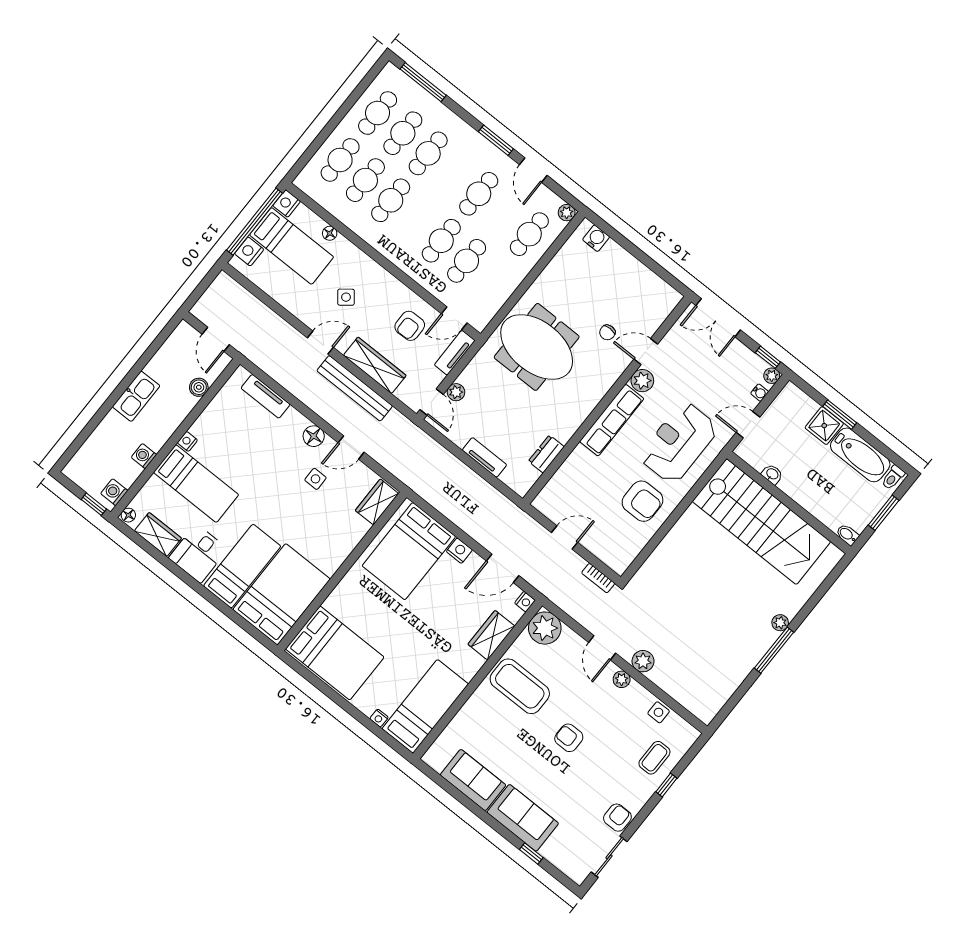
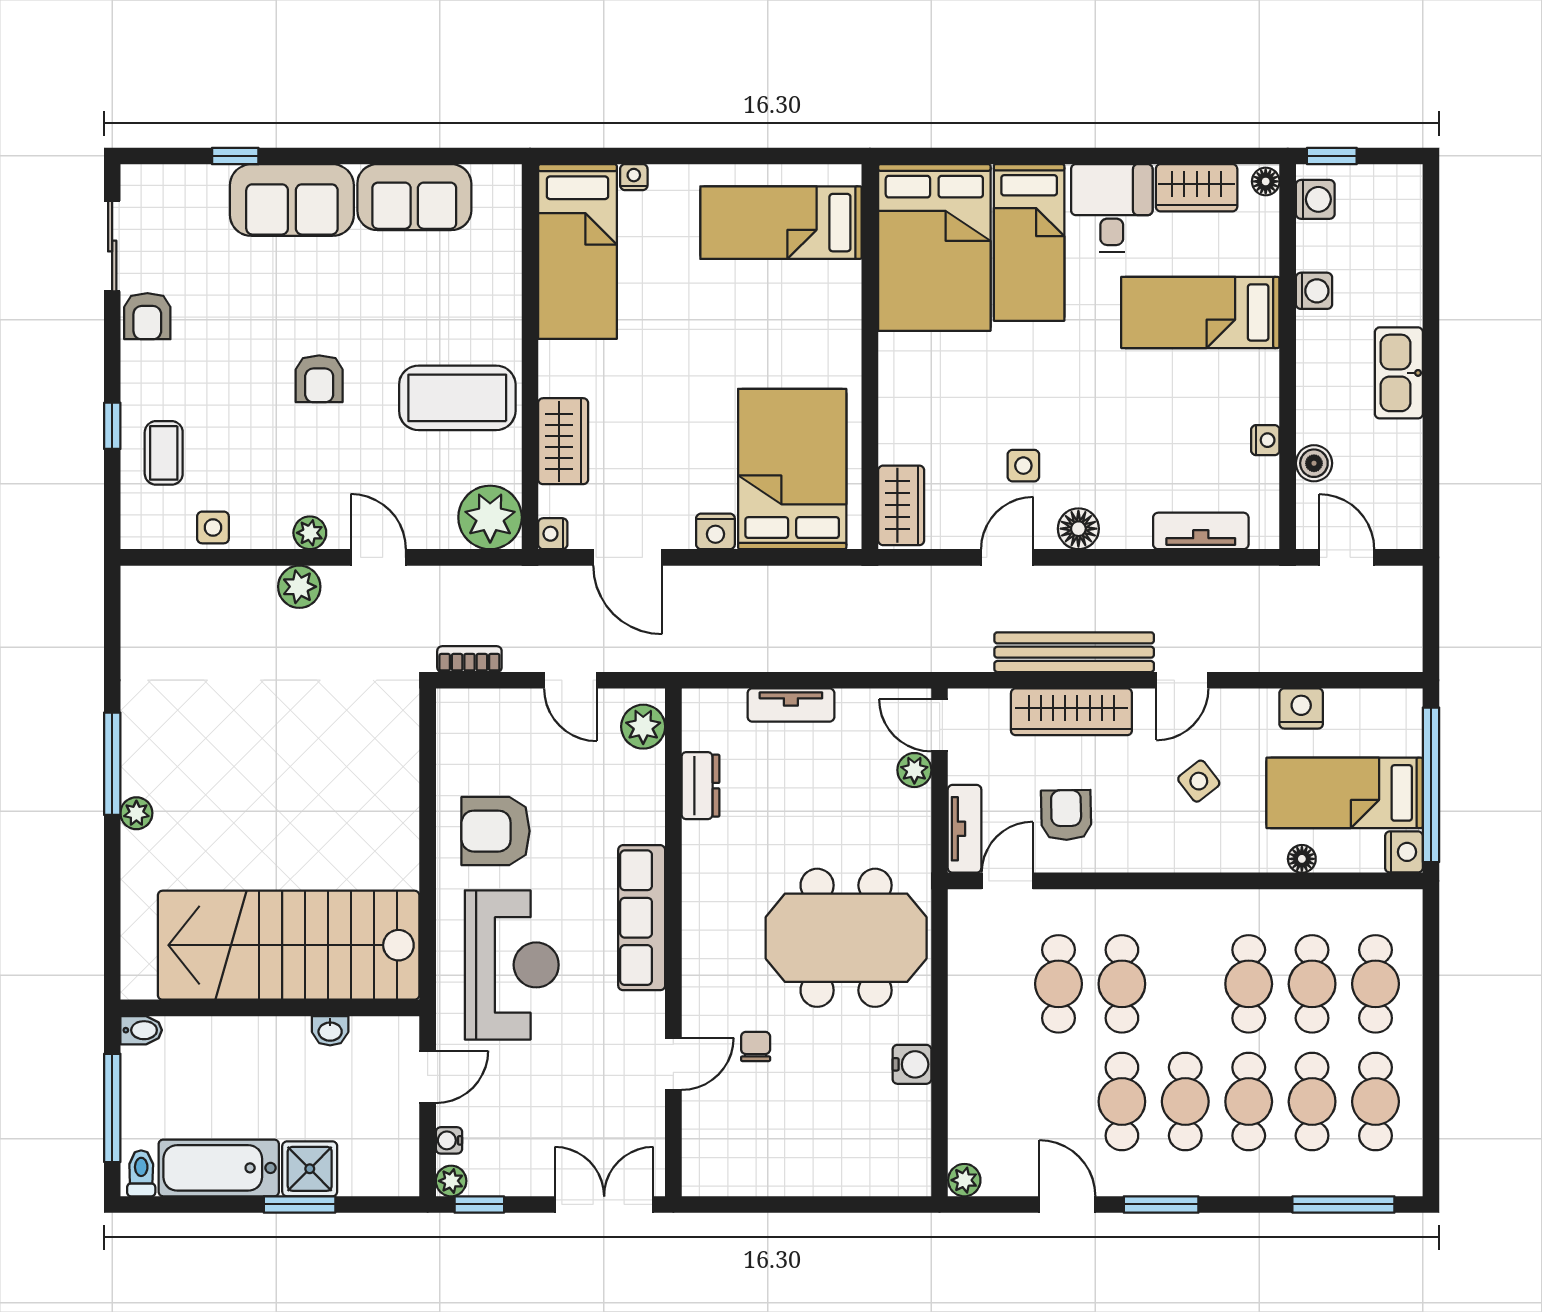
cafe table: (529, 234) -> (1185, 1102), moved
water cooler: (596, 238) -> (912, 1064), moved, turned -90
nightstand: (249, 251) -> (1301, 708), moved, turned -90
plant: (642, 381) -> (643, 727), moved
nightstand: (187, 441) -> (1265, 440), moved
window: (884, 513) -> (112, 1108), width x1.44
door: (565, 537) -> (571, 680), hinge flipped
door: (503, 568) -> (628, 557), swing flipped
bed: (335, 653) -> (781, 223), width x0.67
armchair: (569, 738) -> (319, 379), turned 90

